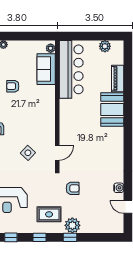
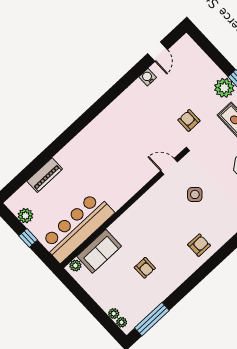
window: (91, 36) -> (28, 238), added
booth: (112, 109) -> (79, 153), removed

